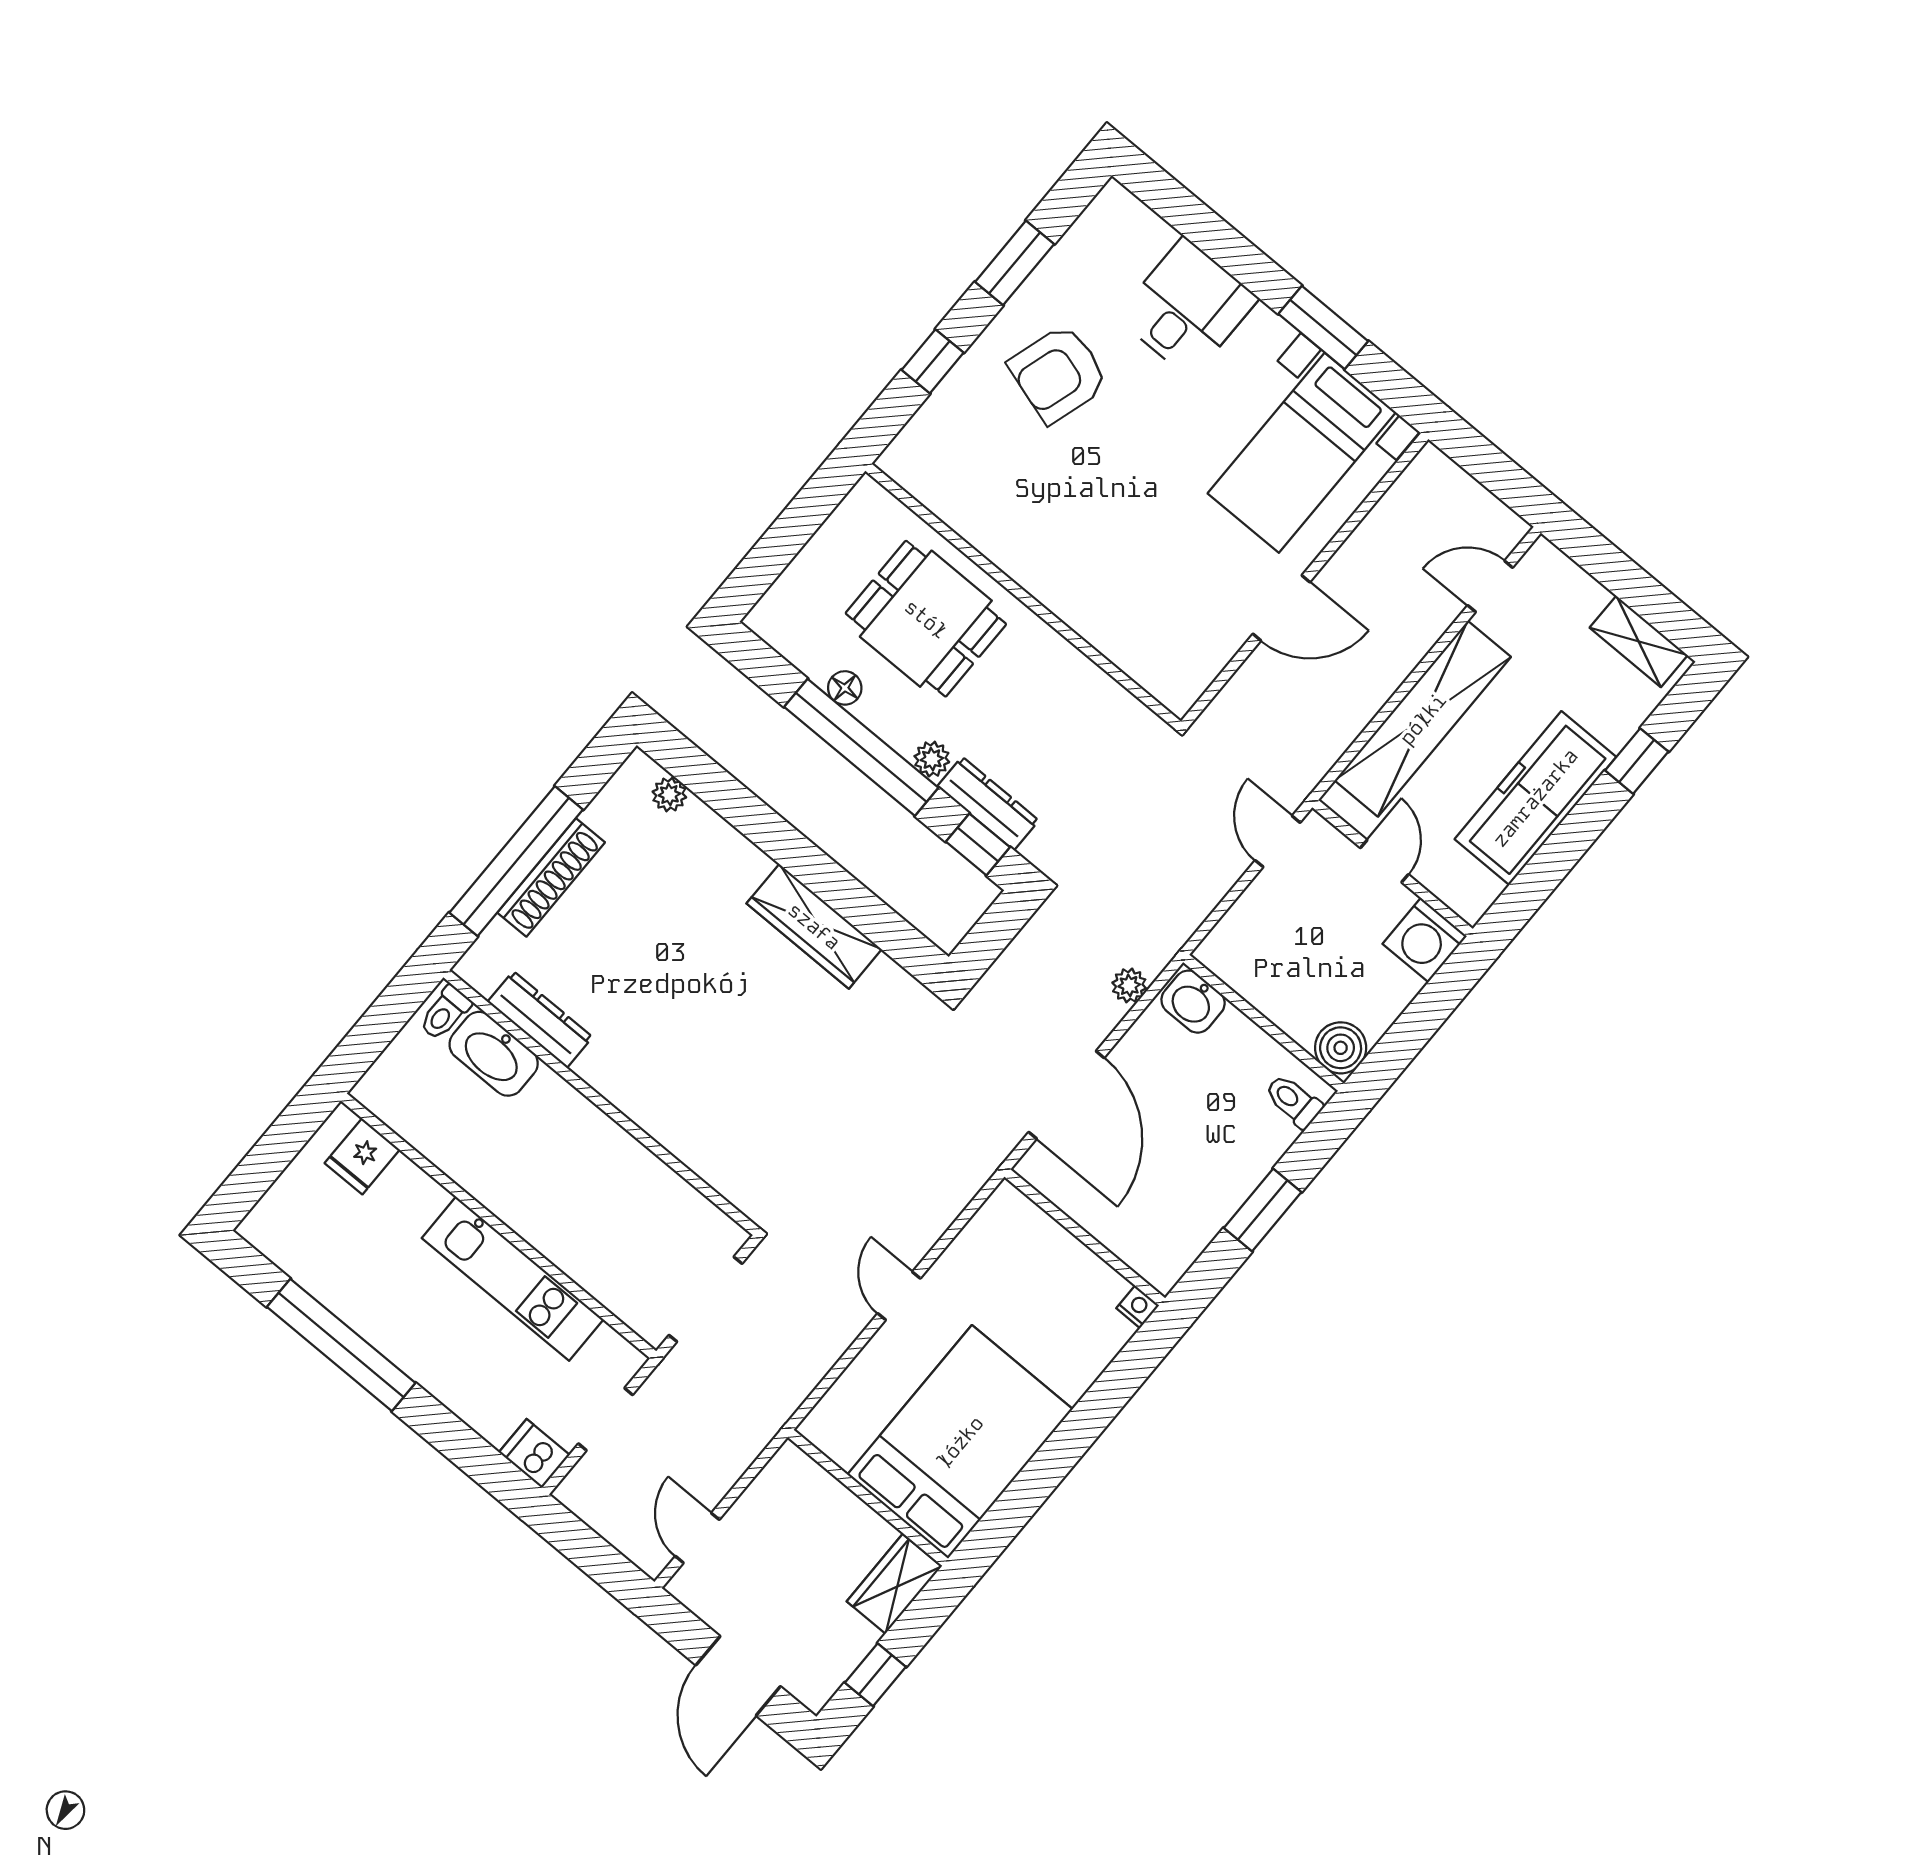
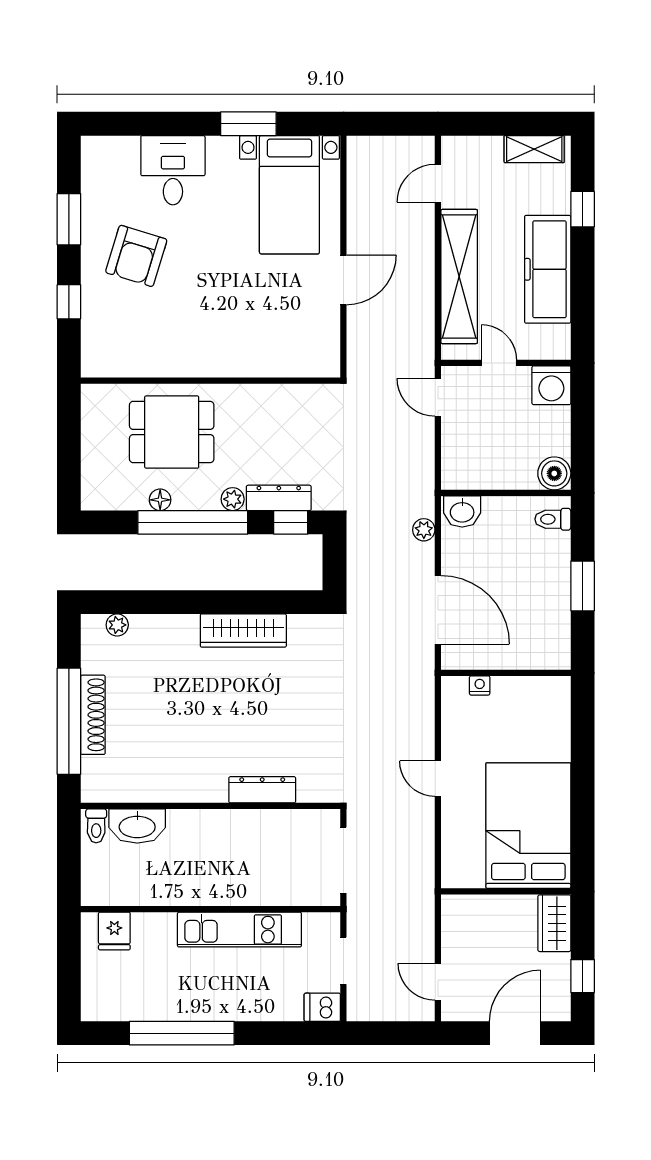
dresser: (540, 1019) -> (262, 790), moved
nightstand: (1138, 1307) -> (480, 685), moved
door: (738, 1676) -> (515, 1033), swing flipped

